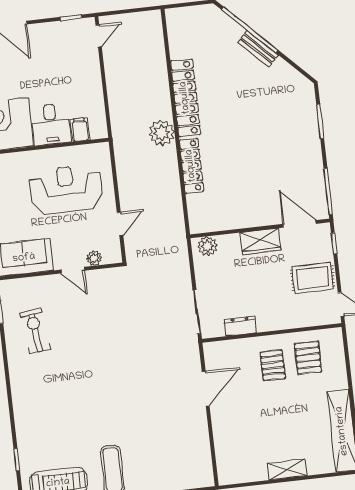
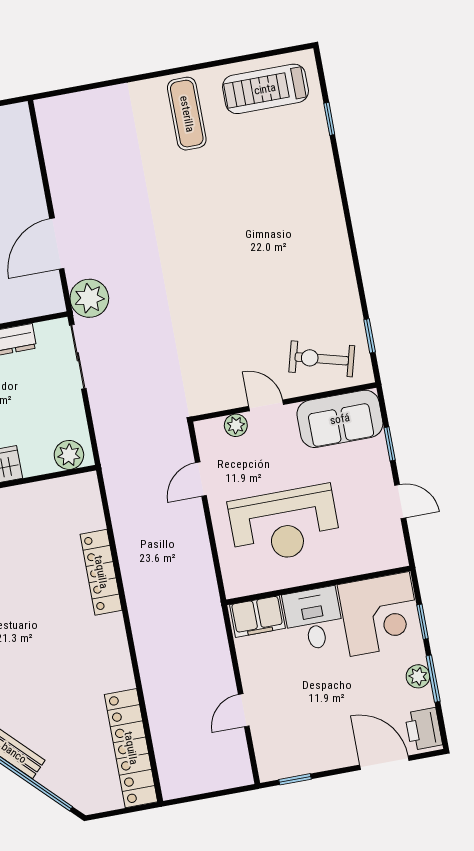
door: (99, 36) -> (244, 710), moved
locker: (185, 98) -> (131, 748), moved
filing cabinet: (80, 130) -> (257, 616), width x2.00
plant: (162, 133) -> (89, 298), moved
exercise bike: (35, 331) -> (322, 359), moved, turned 112

